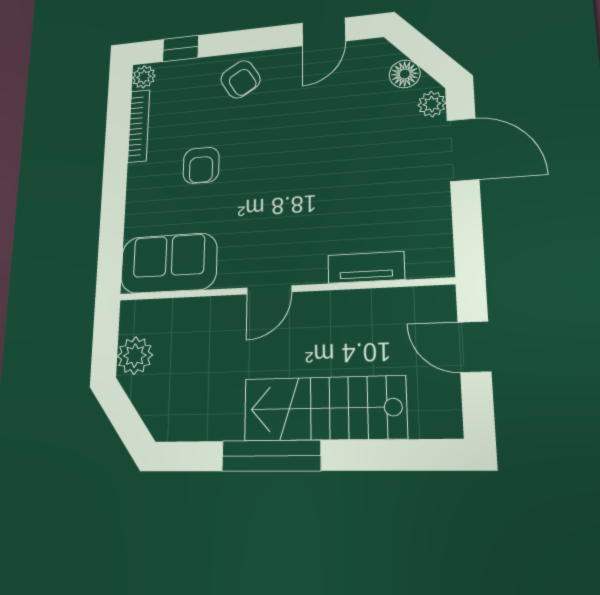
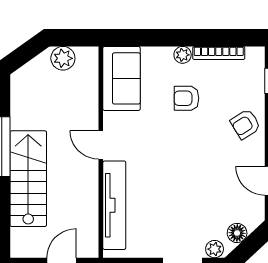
plant: (144, 77) -> (183, 55), moved
tv unit: (366, 267) -> (114, 205), width x1.92, depth x1.29

